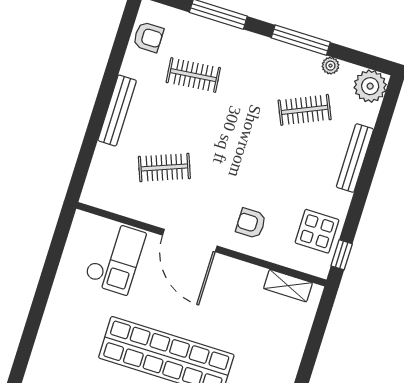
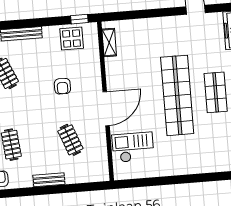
bench: (117, 110) -> (49, 180), width x0.73
armchair: (251, 223) -> (62, 86), moved

